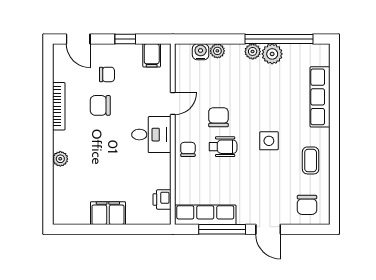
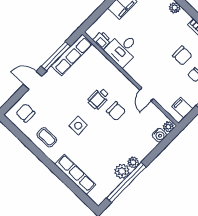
plant: (217, 51) -> (168, 127), moved
chair: (100, 105) -> (182, 56), turned 90
desk: (151, 135) -> (123, 49), moved
chair: (188, 149) -> (115, 79), removed

